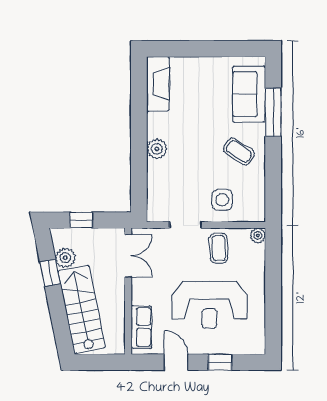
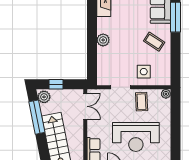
plant: (65, 258) -> (44, 97), moved
window: (50, 273) -> (37, 117), width x2.17

